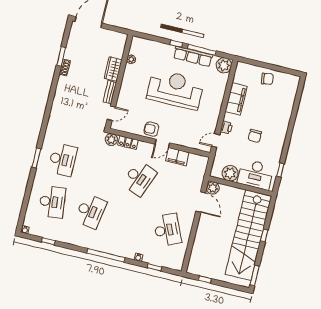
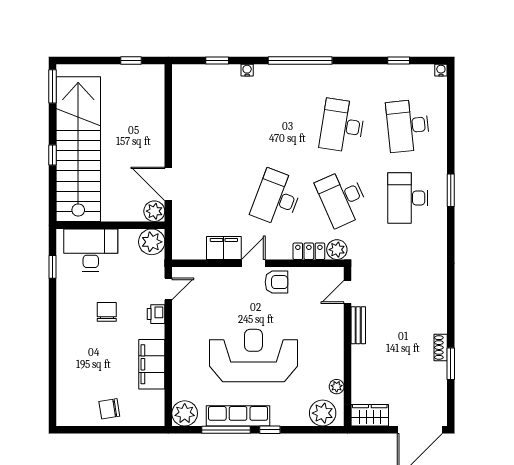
plant: (143, 46) -> (323, 413), added
wardrobe: (113, 69) -> (370, 415), moved, turned -90
reception desk: (175, 89) -> (253, 356), turned 180
plant: (230, 173) -> (152, 242), moved
desk: (167, 230) -> (342, 198), moved

